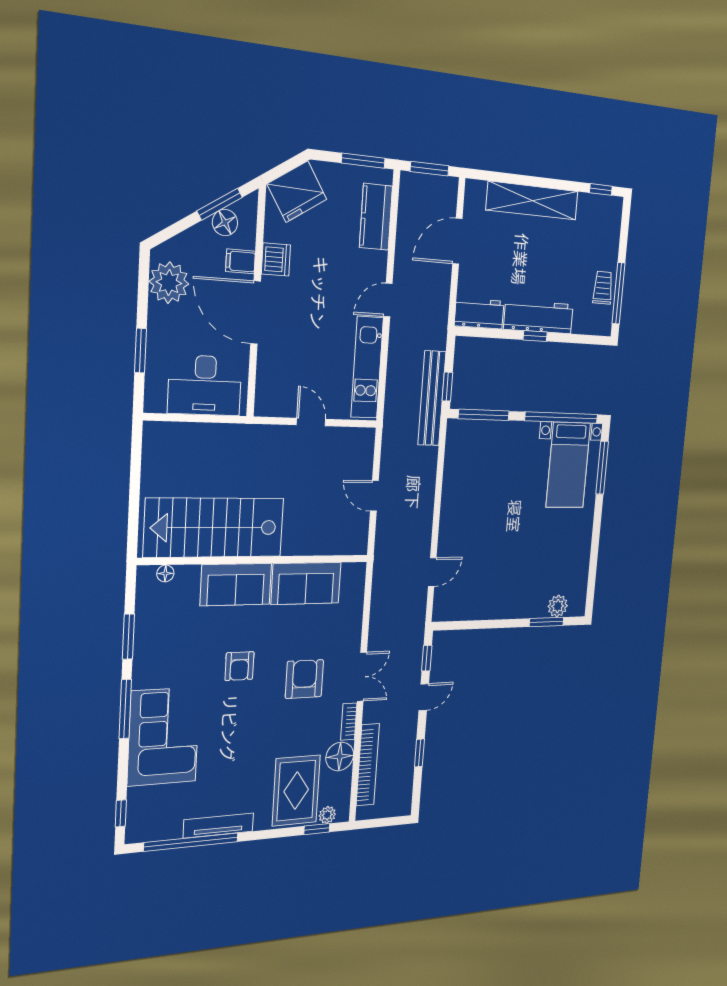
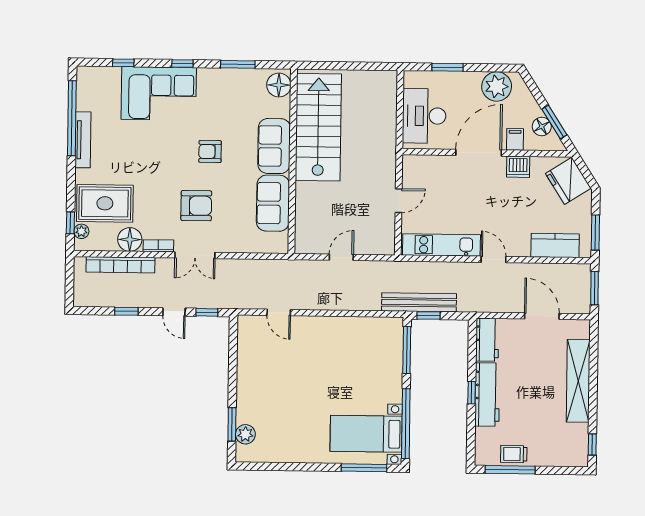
trolley: (603, 288) -> (514, 454), turned 180
floor lamp: (165, 573) -> (279, 85), width x1.89, depth x1.89
window: (125, 709) -> (182, 64), width x0.46
window: (121, 813) -> (123, 63), moved

